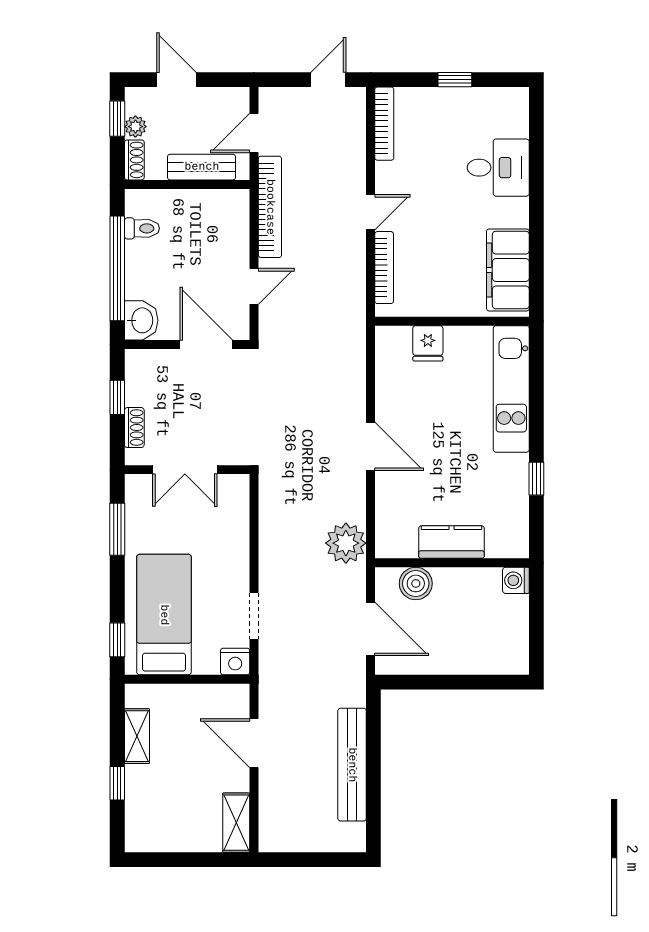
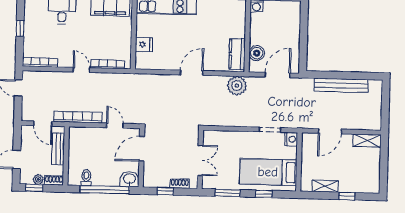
kitchen counter: (451, 542) -> (237, 54), moved
window: (117, 640) -> (264, 194), moved

